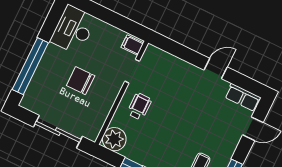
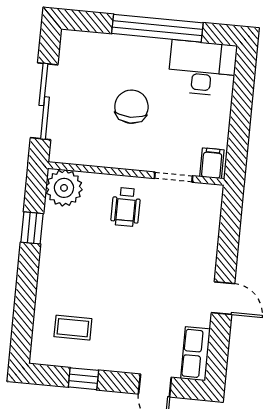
window: (30, 66) -> (157, 28), moved
wheelchair: (139, 106) -> (126, 207), turned 90

